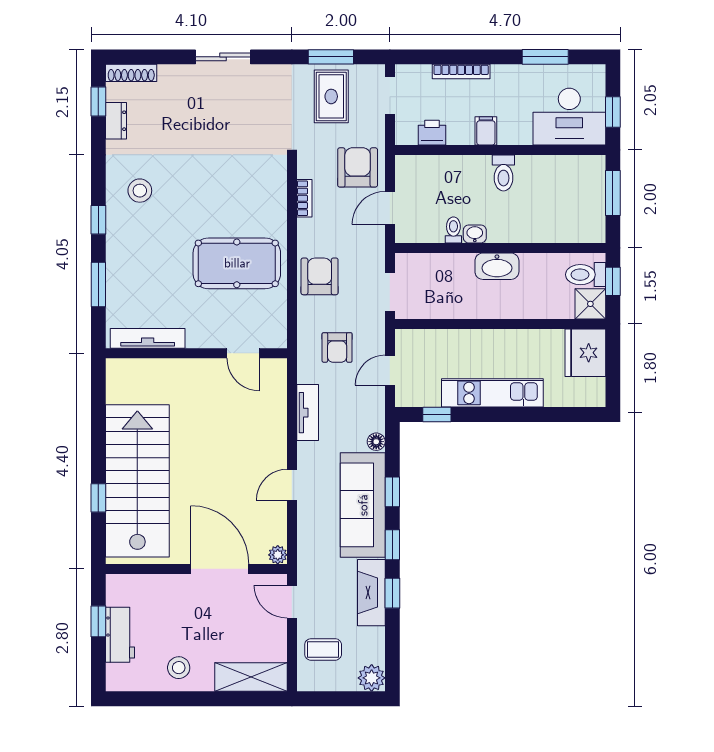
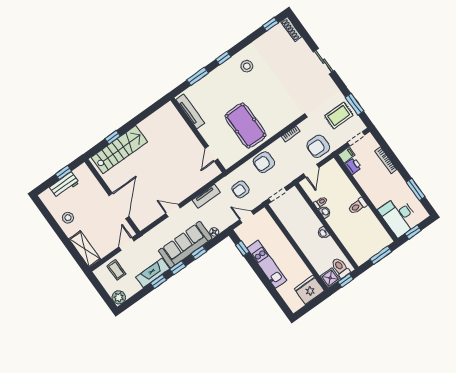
dresser: (116, 121) -> (268, 37), removed
filing cabinet: (486, 131) -> (346, 155), moved
armchair: (358, 167) -> (318, 146), turned 180
door: (390, 208) -> (311, 171), swing flipped
washbasin: (497, 266) -> (323, 233), width x0.52, depth x0.69
armchair: (320, 276) -> (264, 162), turned 180
stairs: (137, 481) -> (119, 150), width x0.73, depth x0.66
plant: (278, 555) -> (141, 225), removed

